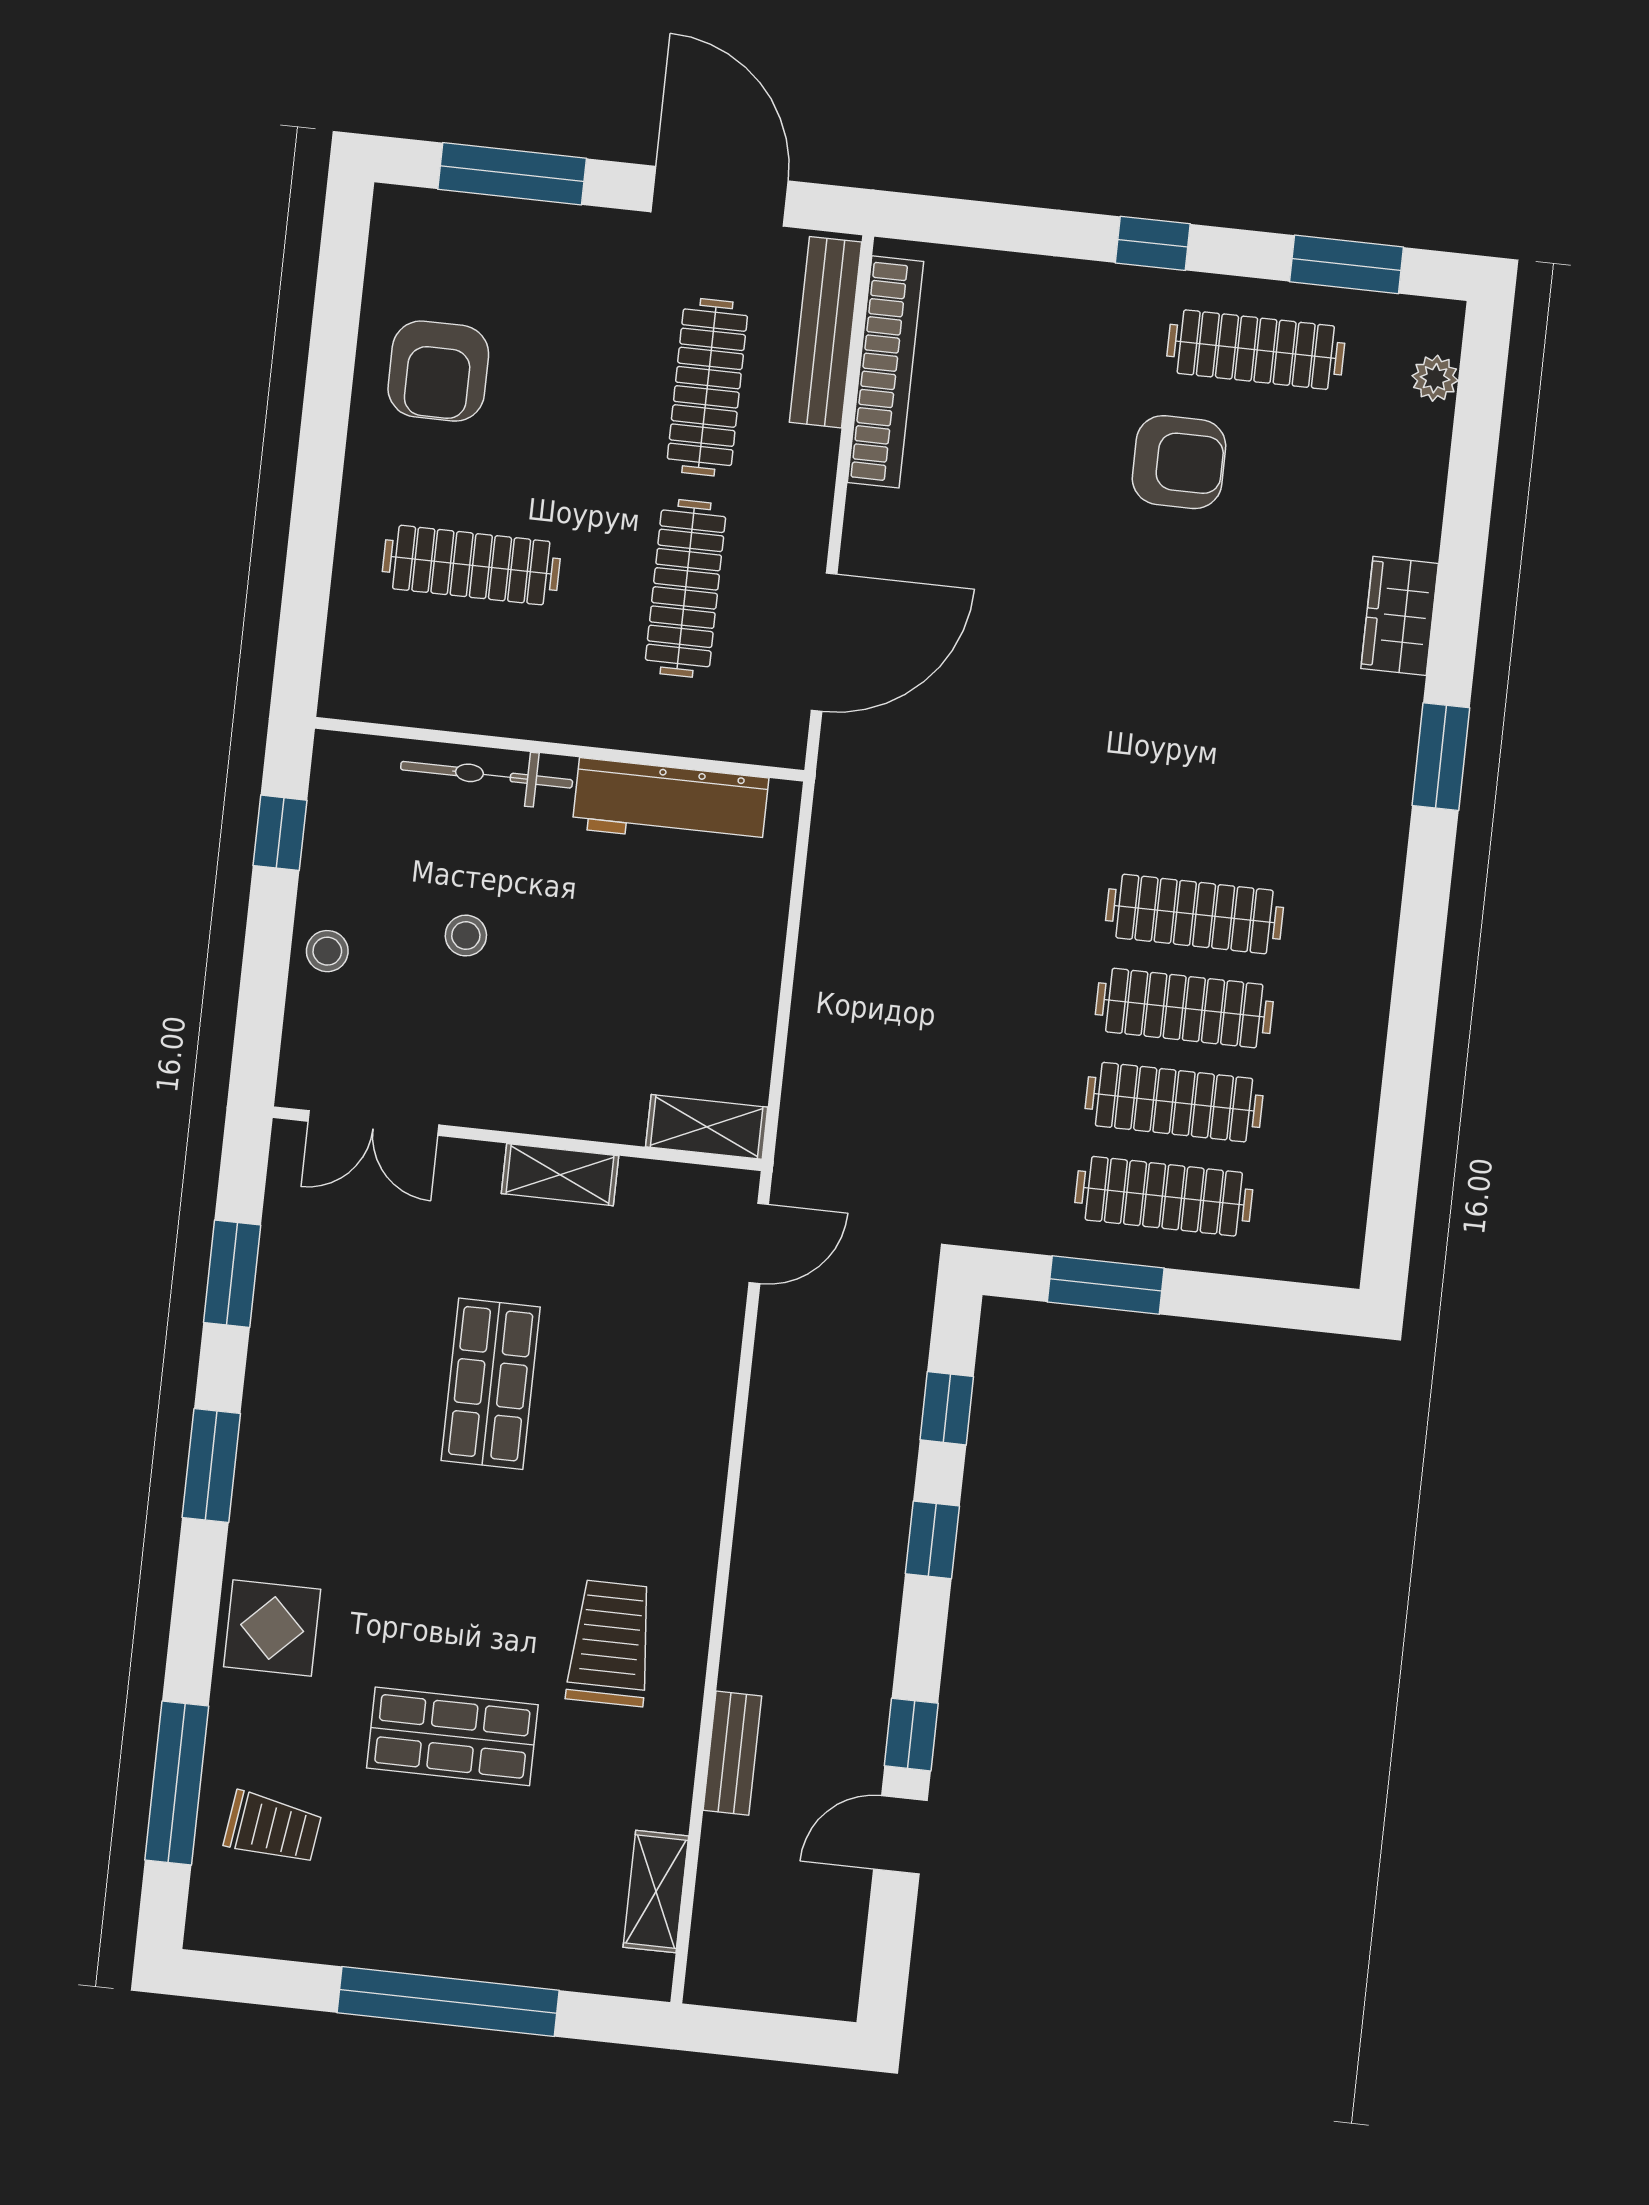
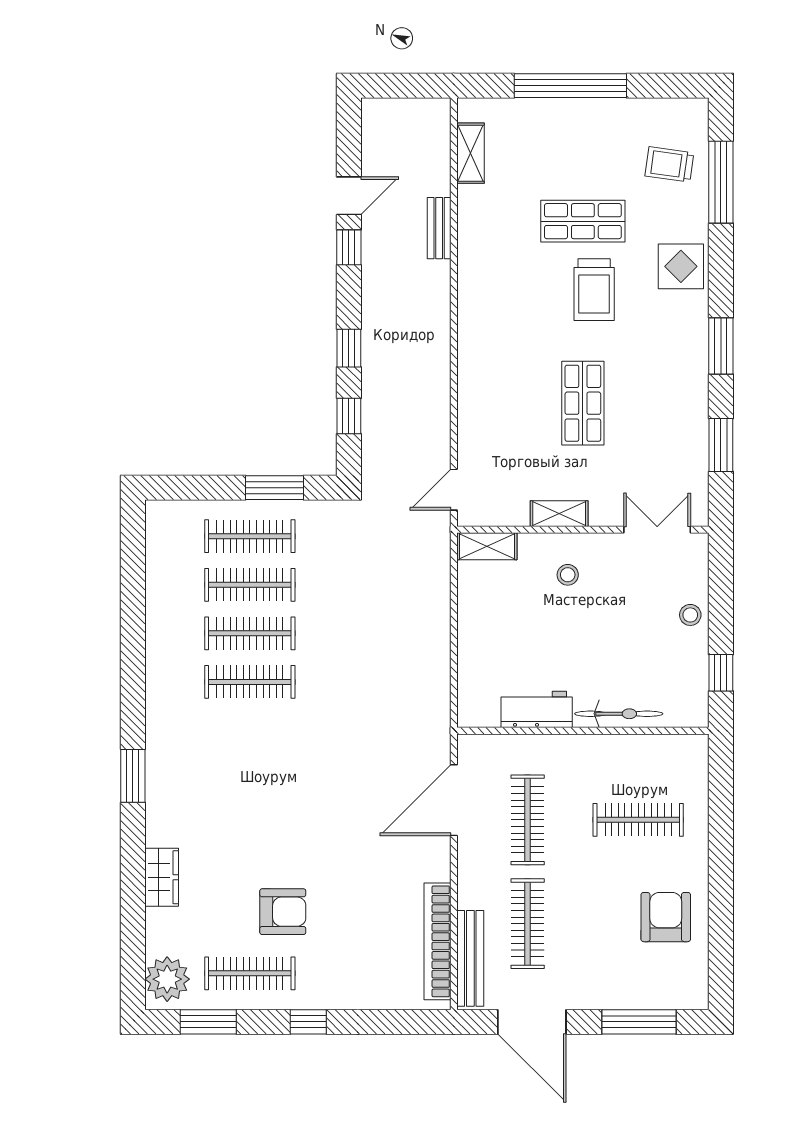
plant: (1435, 378) -> (167, 979), width x1.88, depth x1.88
armchair: (1179, 462) -> (283, 912), turned 180
wardrobe: (1400, 616) -> (162, 877), moved
workbench: (670, 803) -> (537, 709), width x0.73
stool: (466, 936) -> (568, 575), moved
trolley: (610, 1643) -> (594, 290), moved

